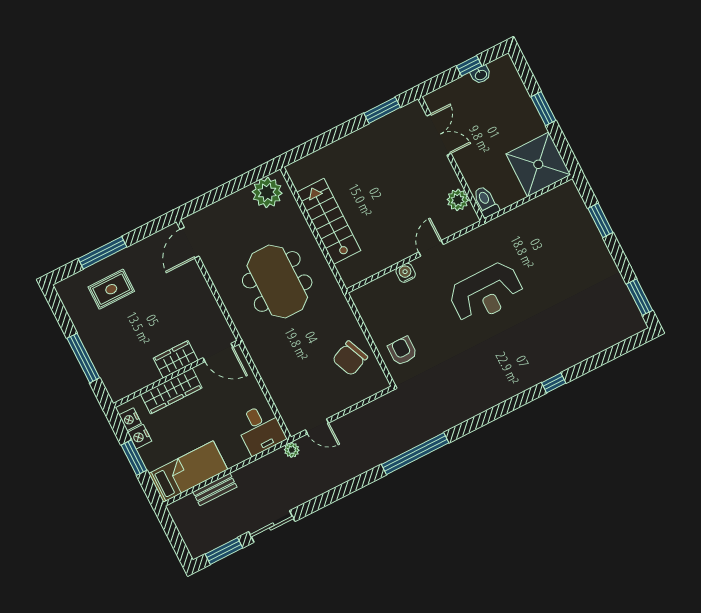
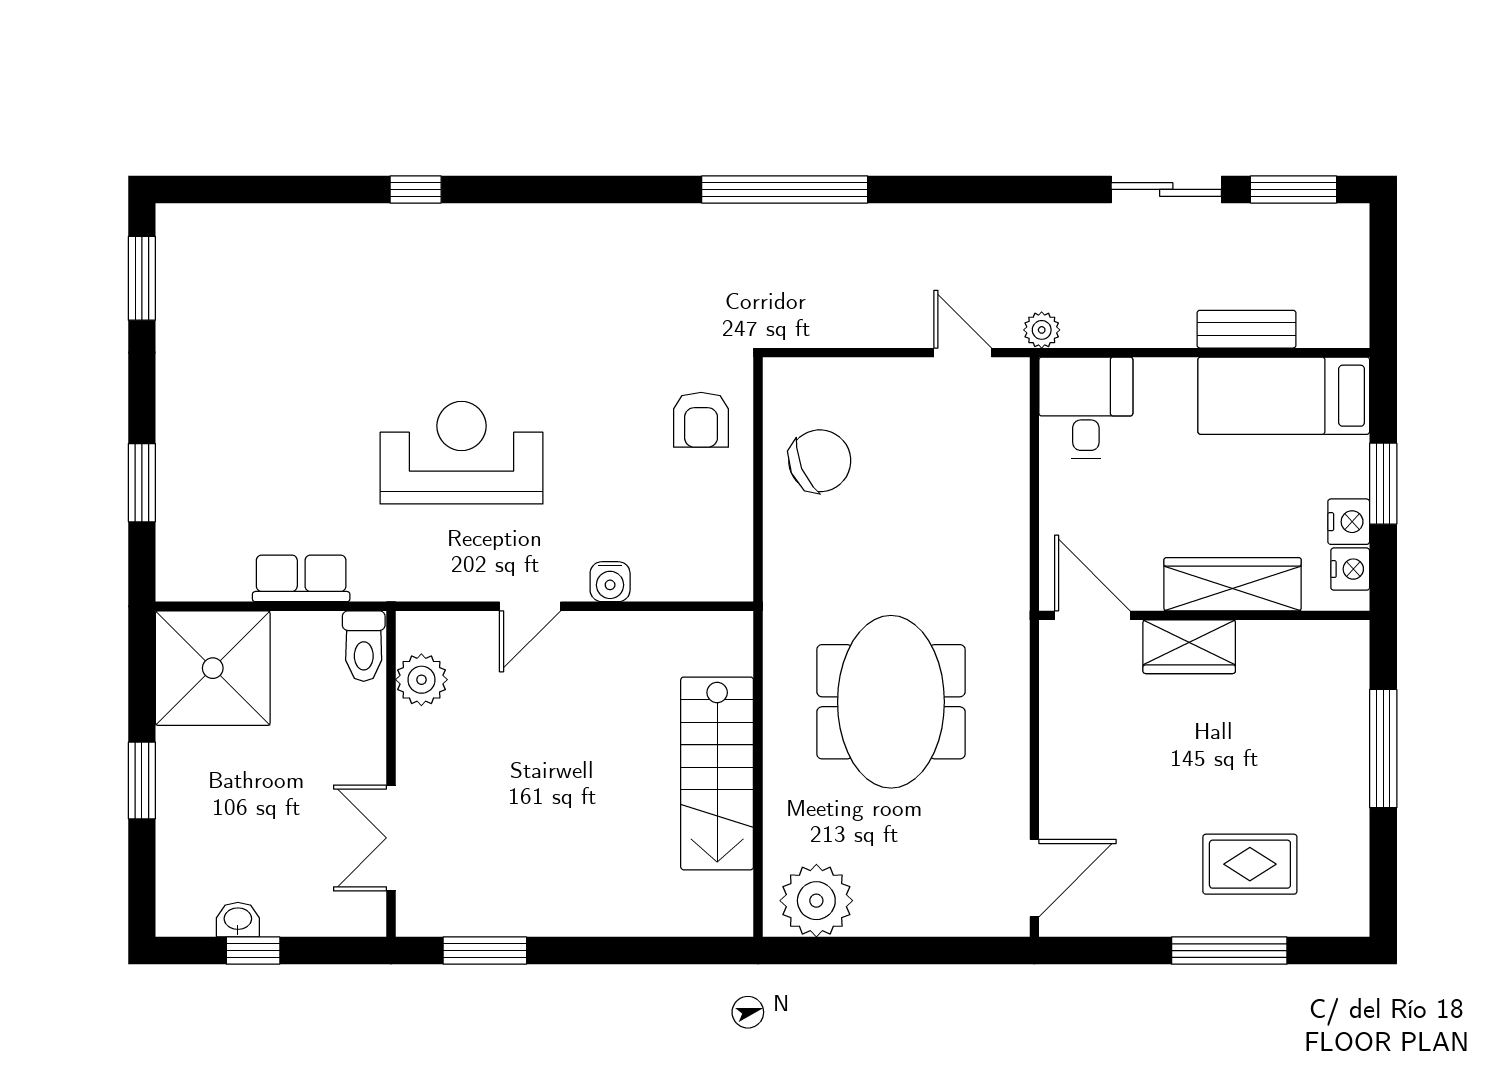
row of seats: (522, 215) -> (301, 578), added

